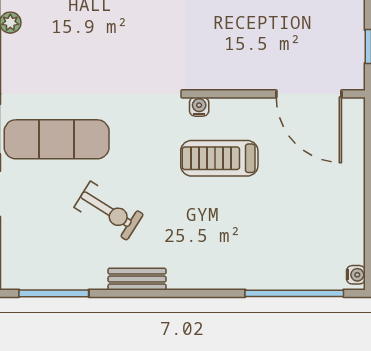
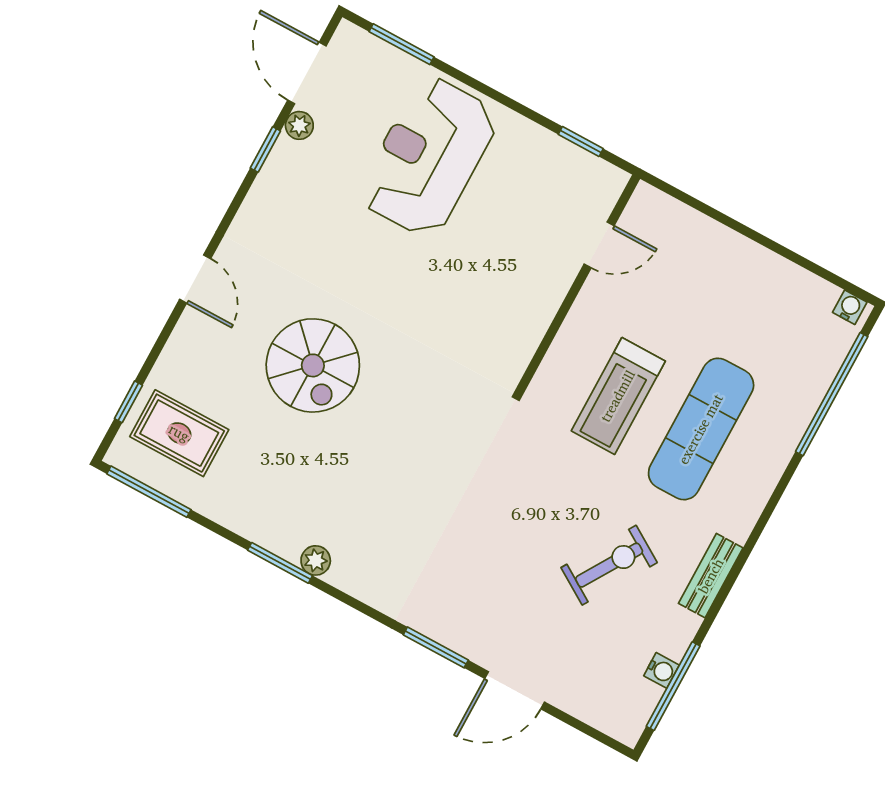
door: (309, 94) -> (599, 245), width x0.53
water cooler: (199, 107) -> (661, 670), moved, turned 180
exercise mat: (57, 139) -> (701, 429), moved

